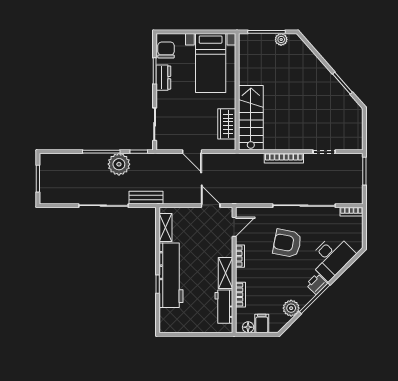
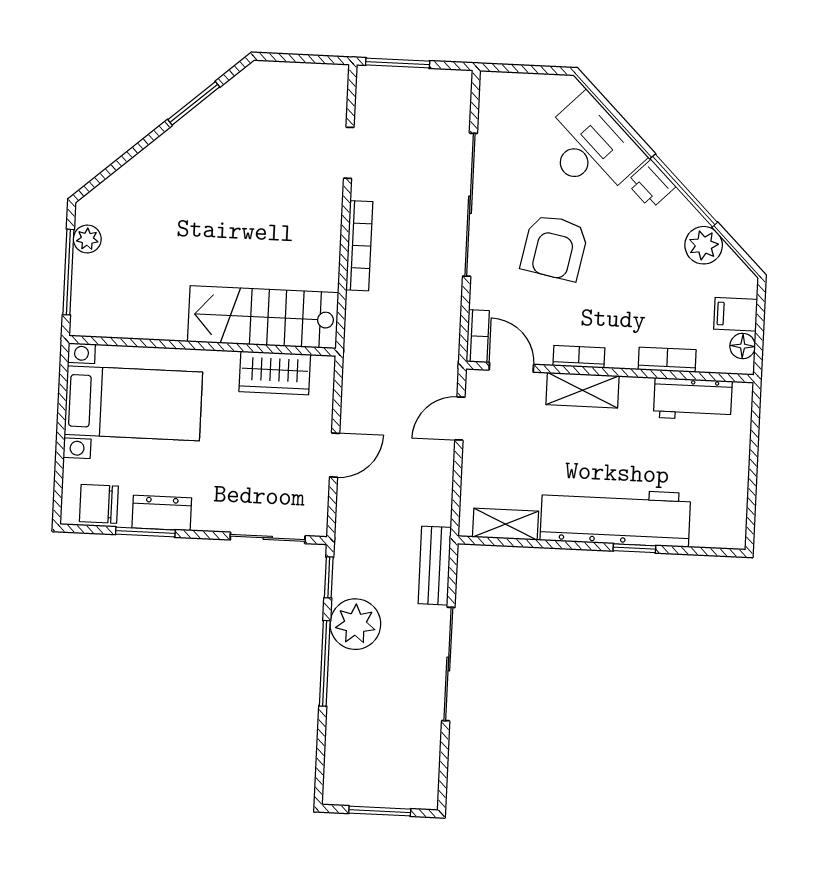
bookcase: (351, 212) -> (478, 336), moved
shelving: (225, 273) -> (583, 390), moved

